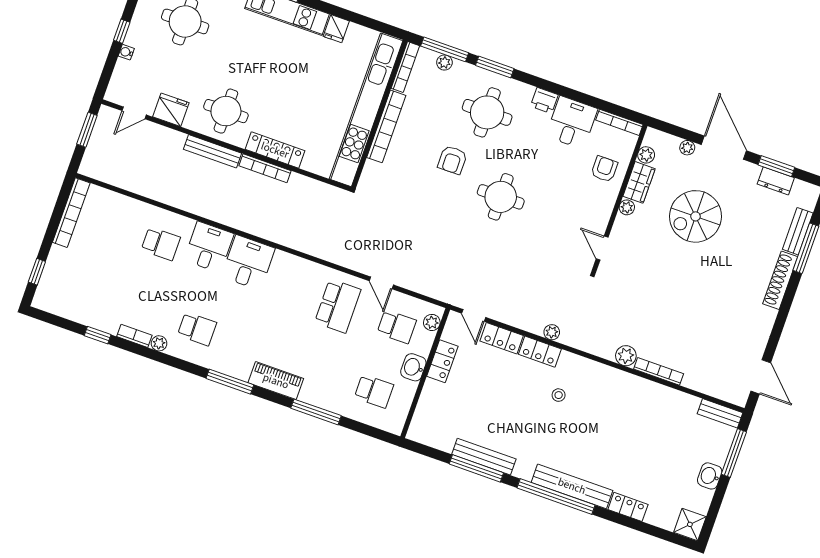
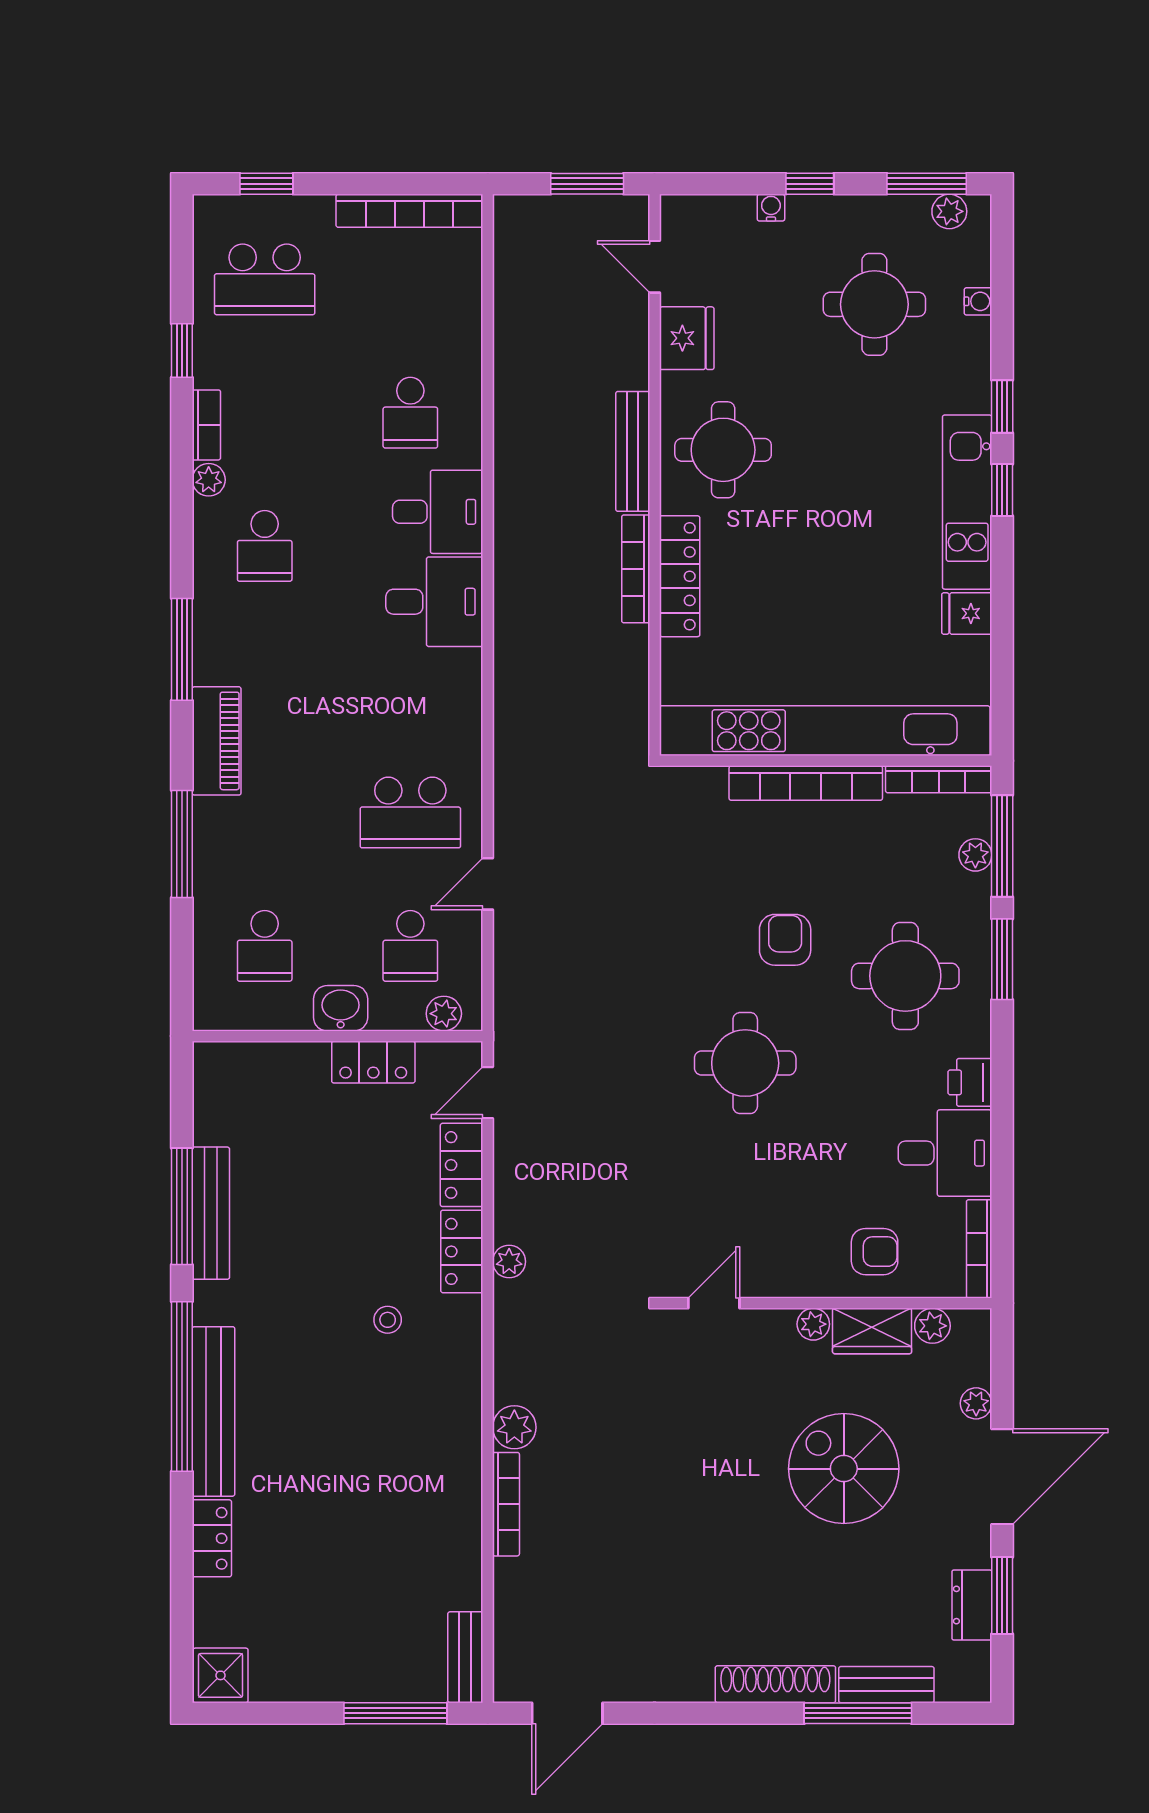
armchair: (452, 160) -> (785, 940), turned 90
school desk: (79, 287) -> (265, 279), added
washbasin: (710, 476) -> (332, 1681), removed

